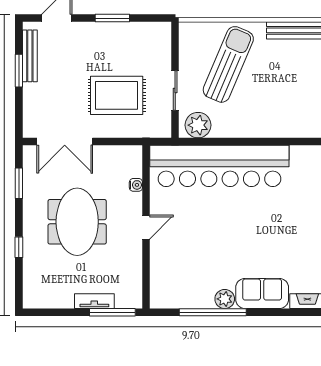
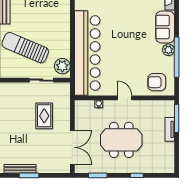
rug: (117, 95) -> (44, 116), width x0.73, depth x0.70
armchair: (172, 280) -> (157, 82), added

